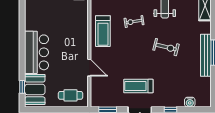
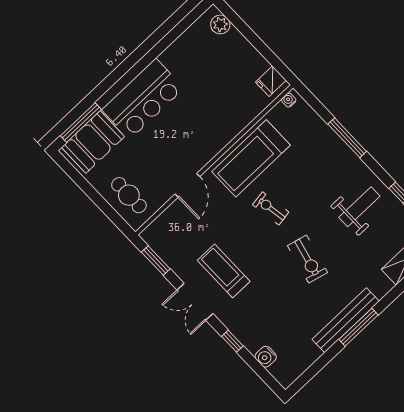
exercise bike: (134, 22) -> (271, 208), moved
treadmill: (103, 31) -> (251, 158), width x1.37, depth x1.38
window: (22, 87) -> (81, 123), width x2.17

